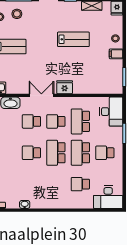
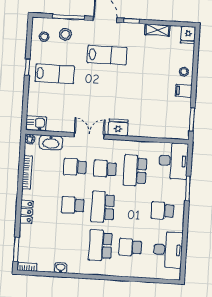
lab bench: (73, 39) -> (107, 55), moved
school desk: (80, 153) -> (100, 245), moved
desk: (108, 197) -> (168, 250), moved, turned -90

